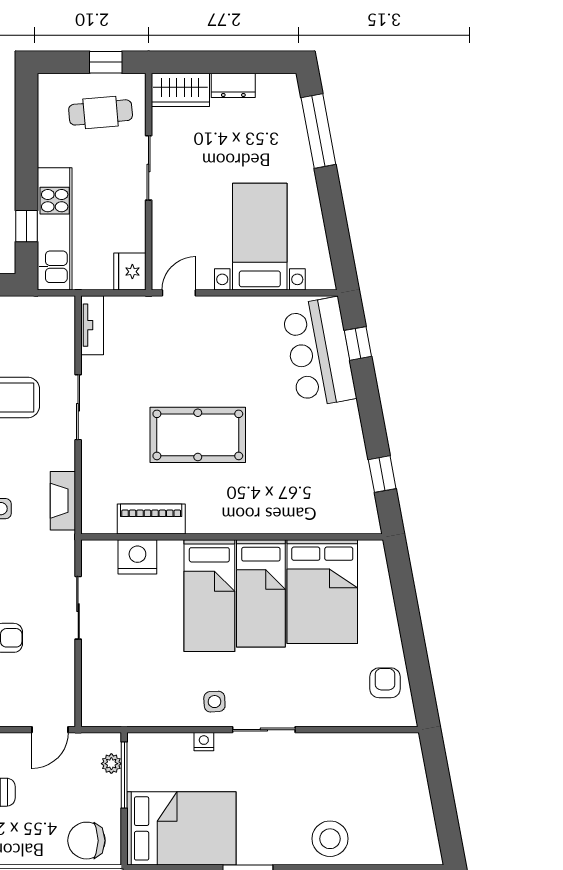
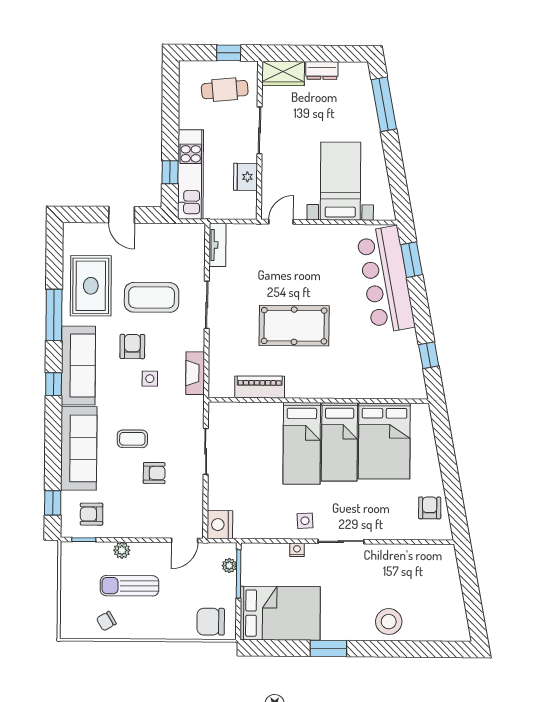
fridge: (130, 272) -> (246, 177), moved
window: (358, 343) -> (412, 260), width x1.50
bar counter: (319, 353) -> (386, 280), width x1.36
nightstand: (137, 557) -> (220, 525), moved, turned -90

